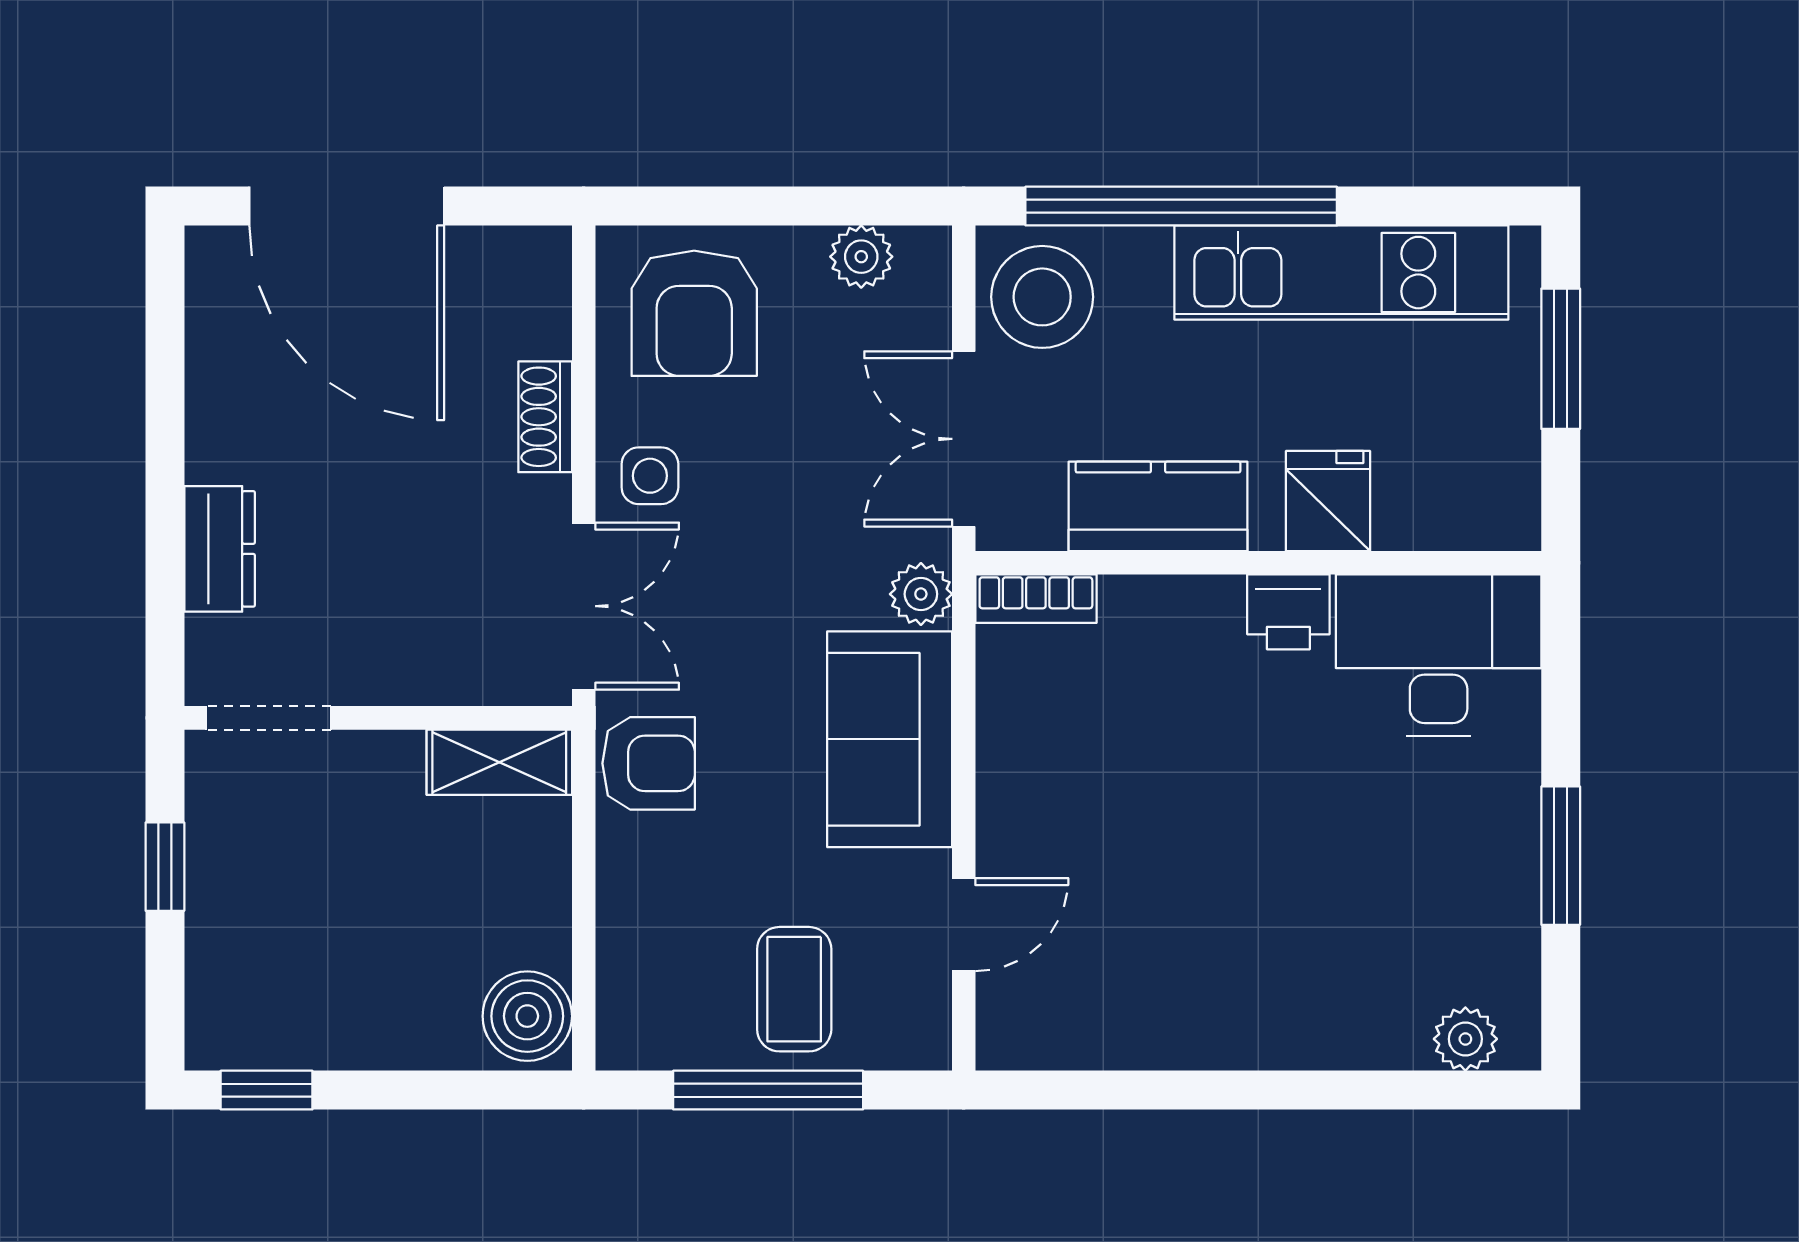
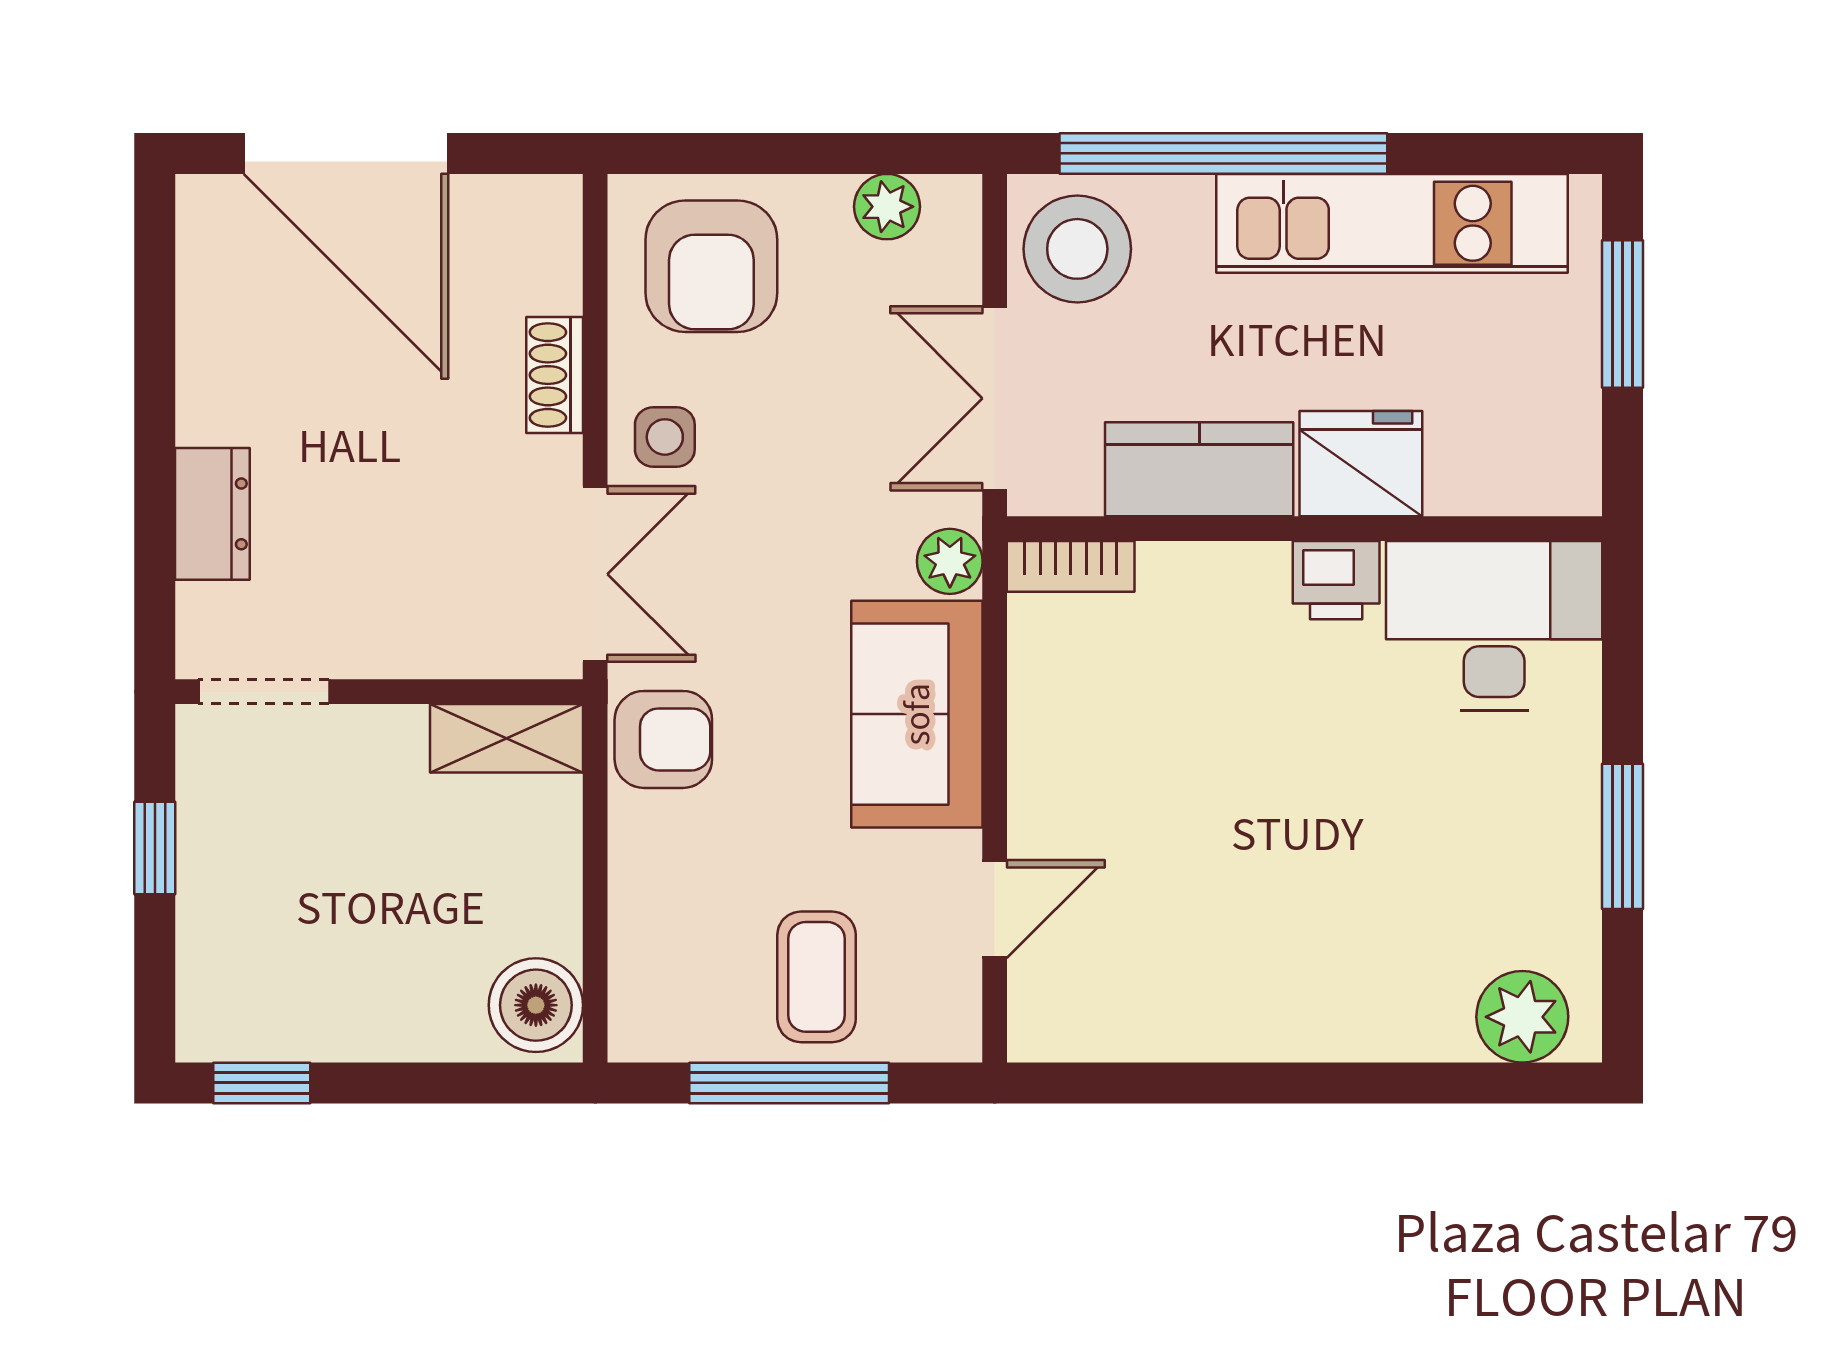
fridge: (1328, 501) -> (1361, 464), width x1.38
plant: (1465, 1039) -> (1522, 1017), width x1.38, depth x1.38

